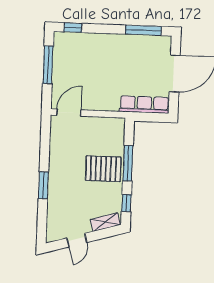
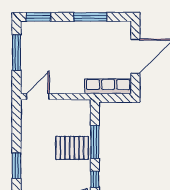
window: (73, 28) -> (38, 17), width x1.50
window: (143, 30) -> (90, 17), moved

